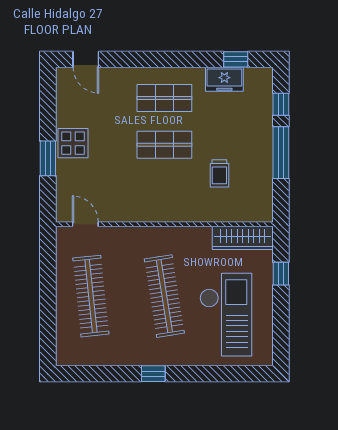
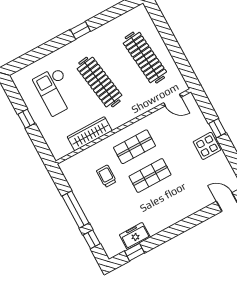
shop shelf: (164, 98) -> (134, 147), moved
window: (48, 158) -> (217, 128), width x0.67
wardrobe: (243, 238) -> (90, 134), moved
window: (281, 274) -> (26, 119), moved
checkout: (226, 315) -> (55, 91), width x0.73, depth x0.83

